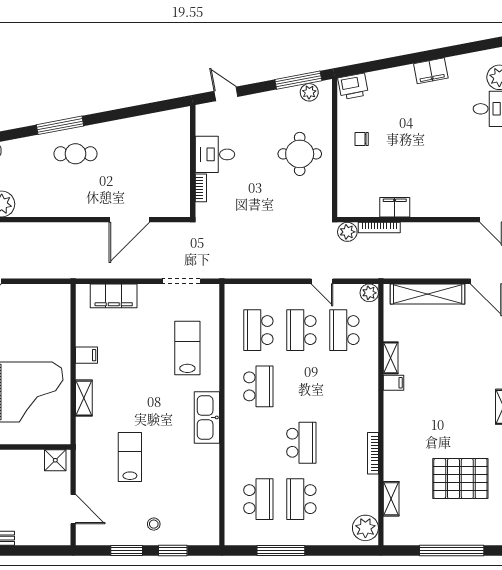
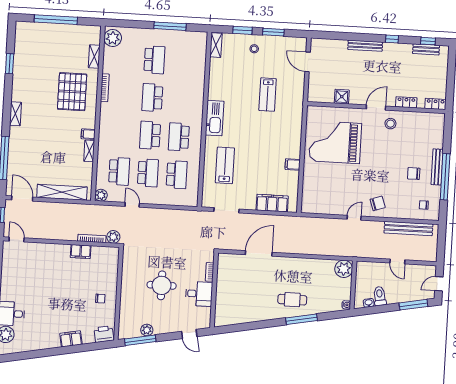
filing cabinet: (431, 71) -> (71, 339), moved
plant: (309, 92) -> (147, 330), moved
round table: (300, 154) -> (162, 285), moved
lab bench: (187, 348) -> (225, 165), turned 180
shelving: (84, 398) -> (216, 45), moved
shower: (55, 460) -> (342, 97), moved
pallet: (460, 479) -> (72, 92), moved, turned 90
school desk: (258, 499) -> (150, 135), moved

